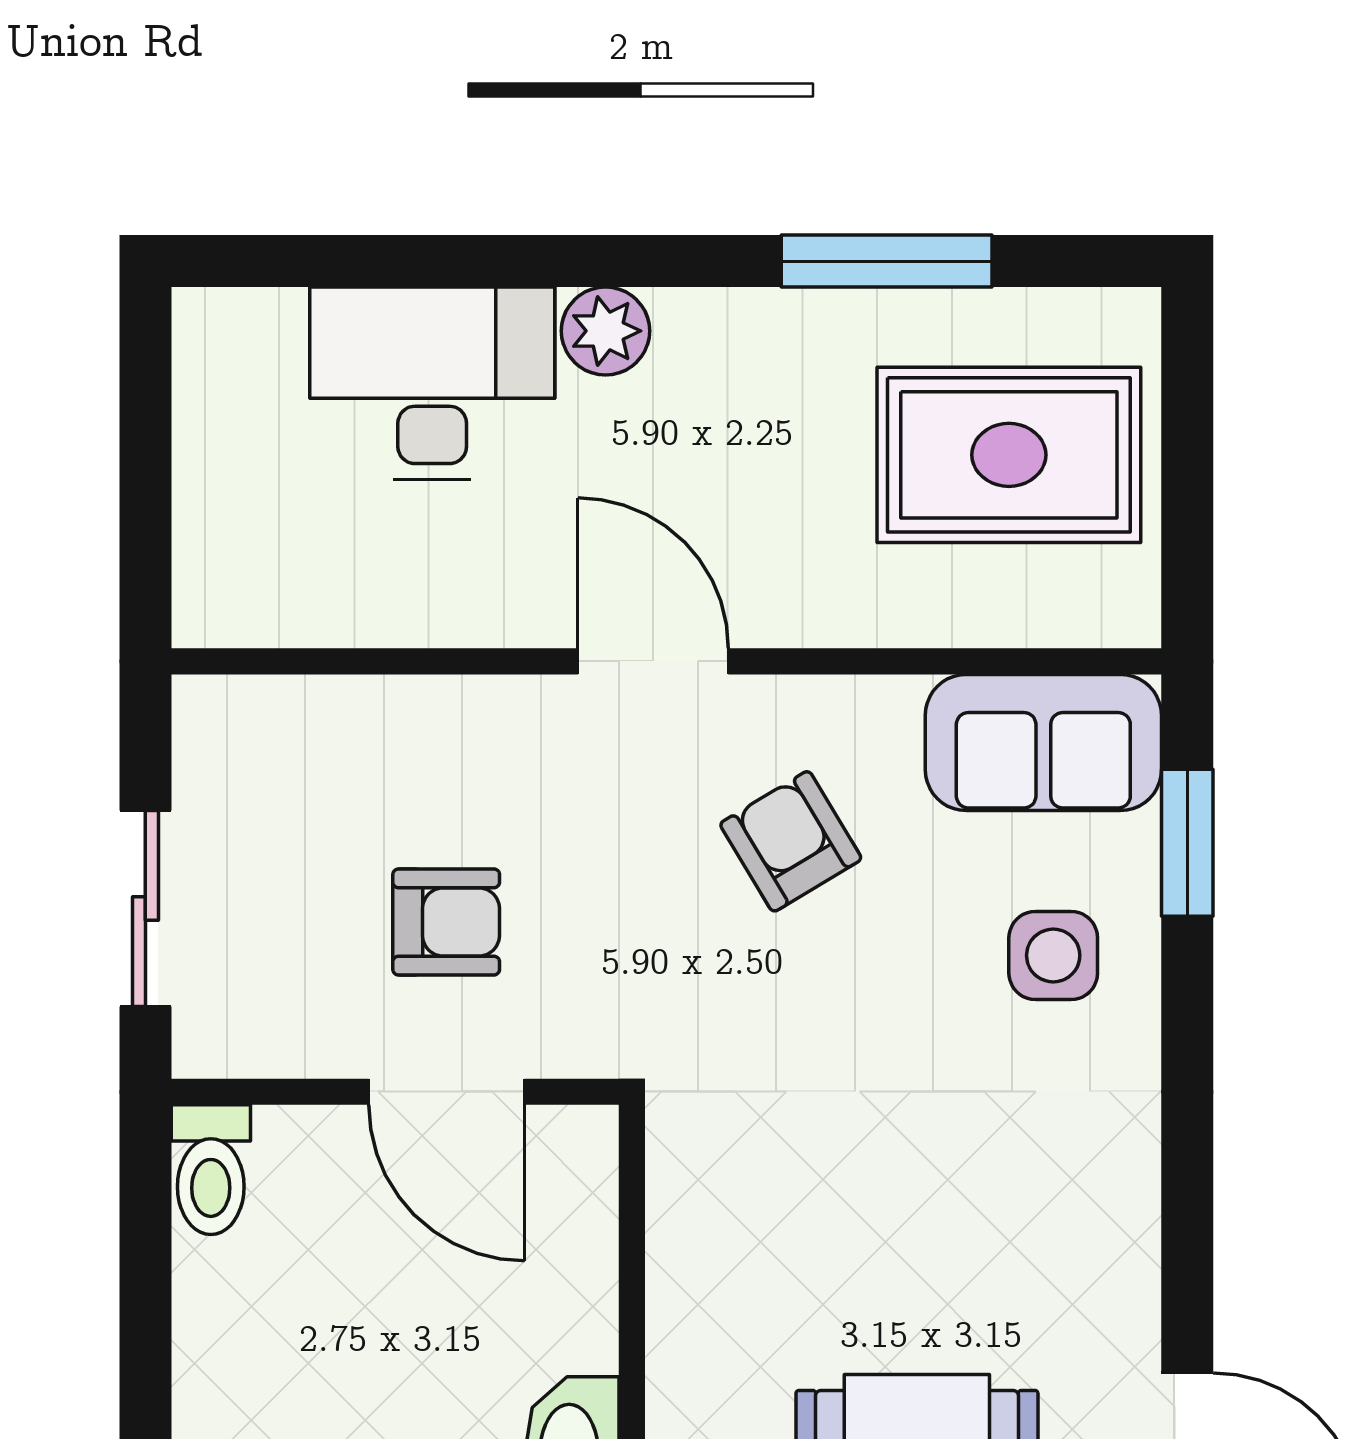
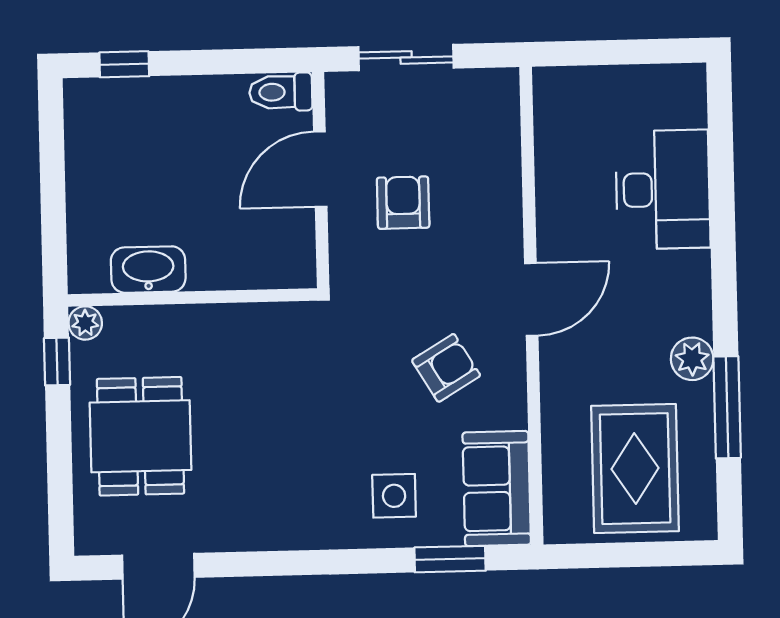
plant: (606, 331) -> (692, 359), moved
armchair: (446, 922) -> (403, 203), turned 180
door: (447, 1092) -> (320, 169), moved

